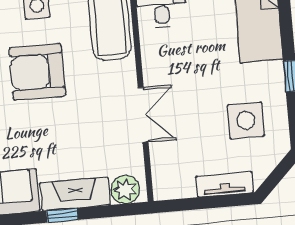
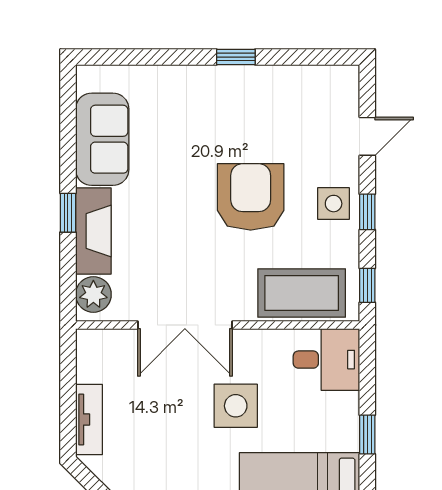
double door: (143, 115) -> (185, 325), width x1.37
side table: (246, 120) -> (236, 406), moved

